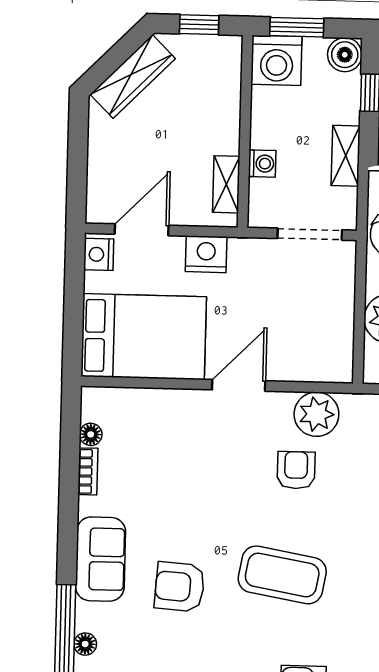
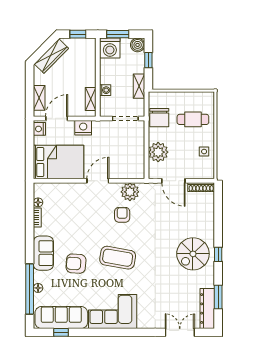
shelving: (100, 178) -> (39, 98), added

